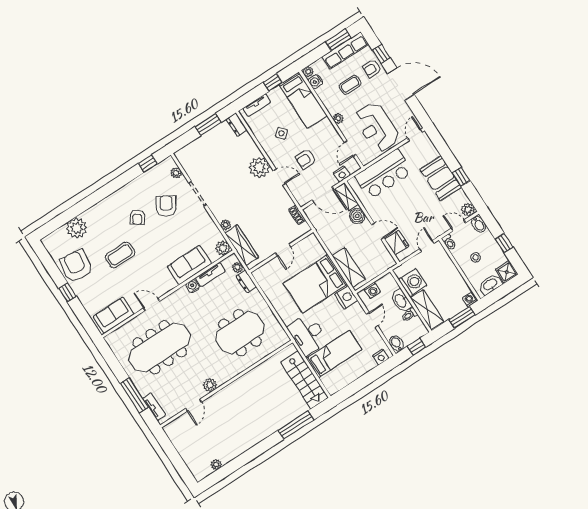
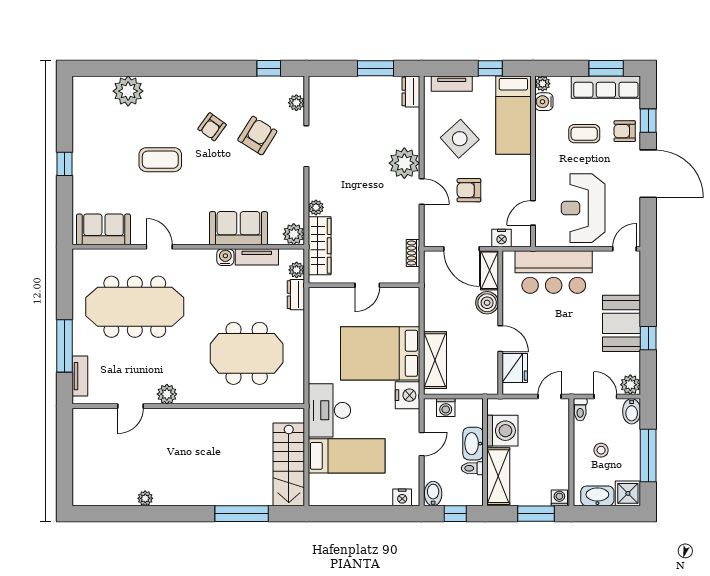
plant: (338, 118) -> (542, 166), removed
side table: (282, 133) -> (460, 139), width x1.87, depth x1.87
window: (504, 243) -> (648, 456), width x2.17
armchair: (76, 266) -> (97, 138), removed
plant: (216, 465) -> (145, 498), moved

